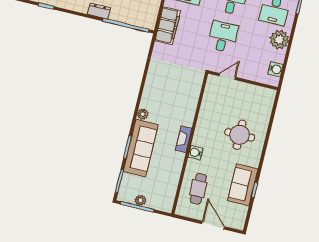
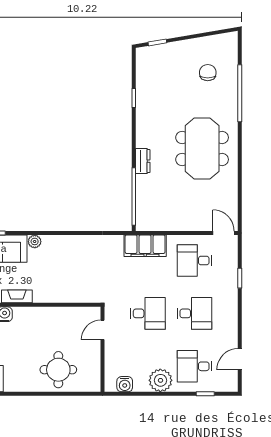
door: (227, 77) -> (103, 330), swing flipped
round table: (240, 135) -> (58, 370), moved

